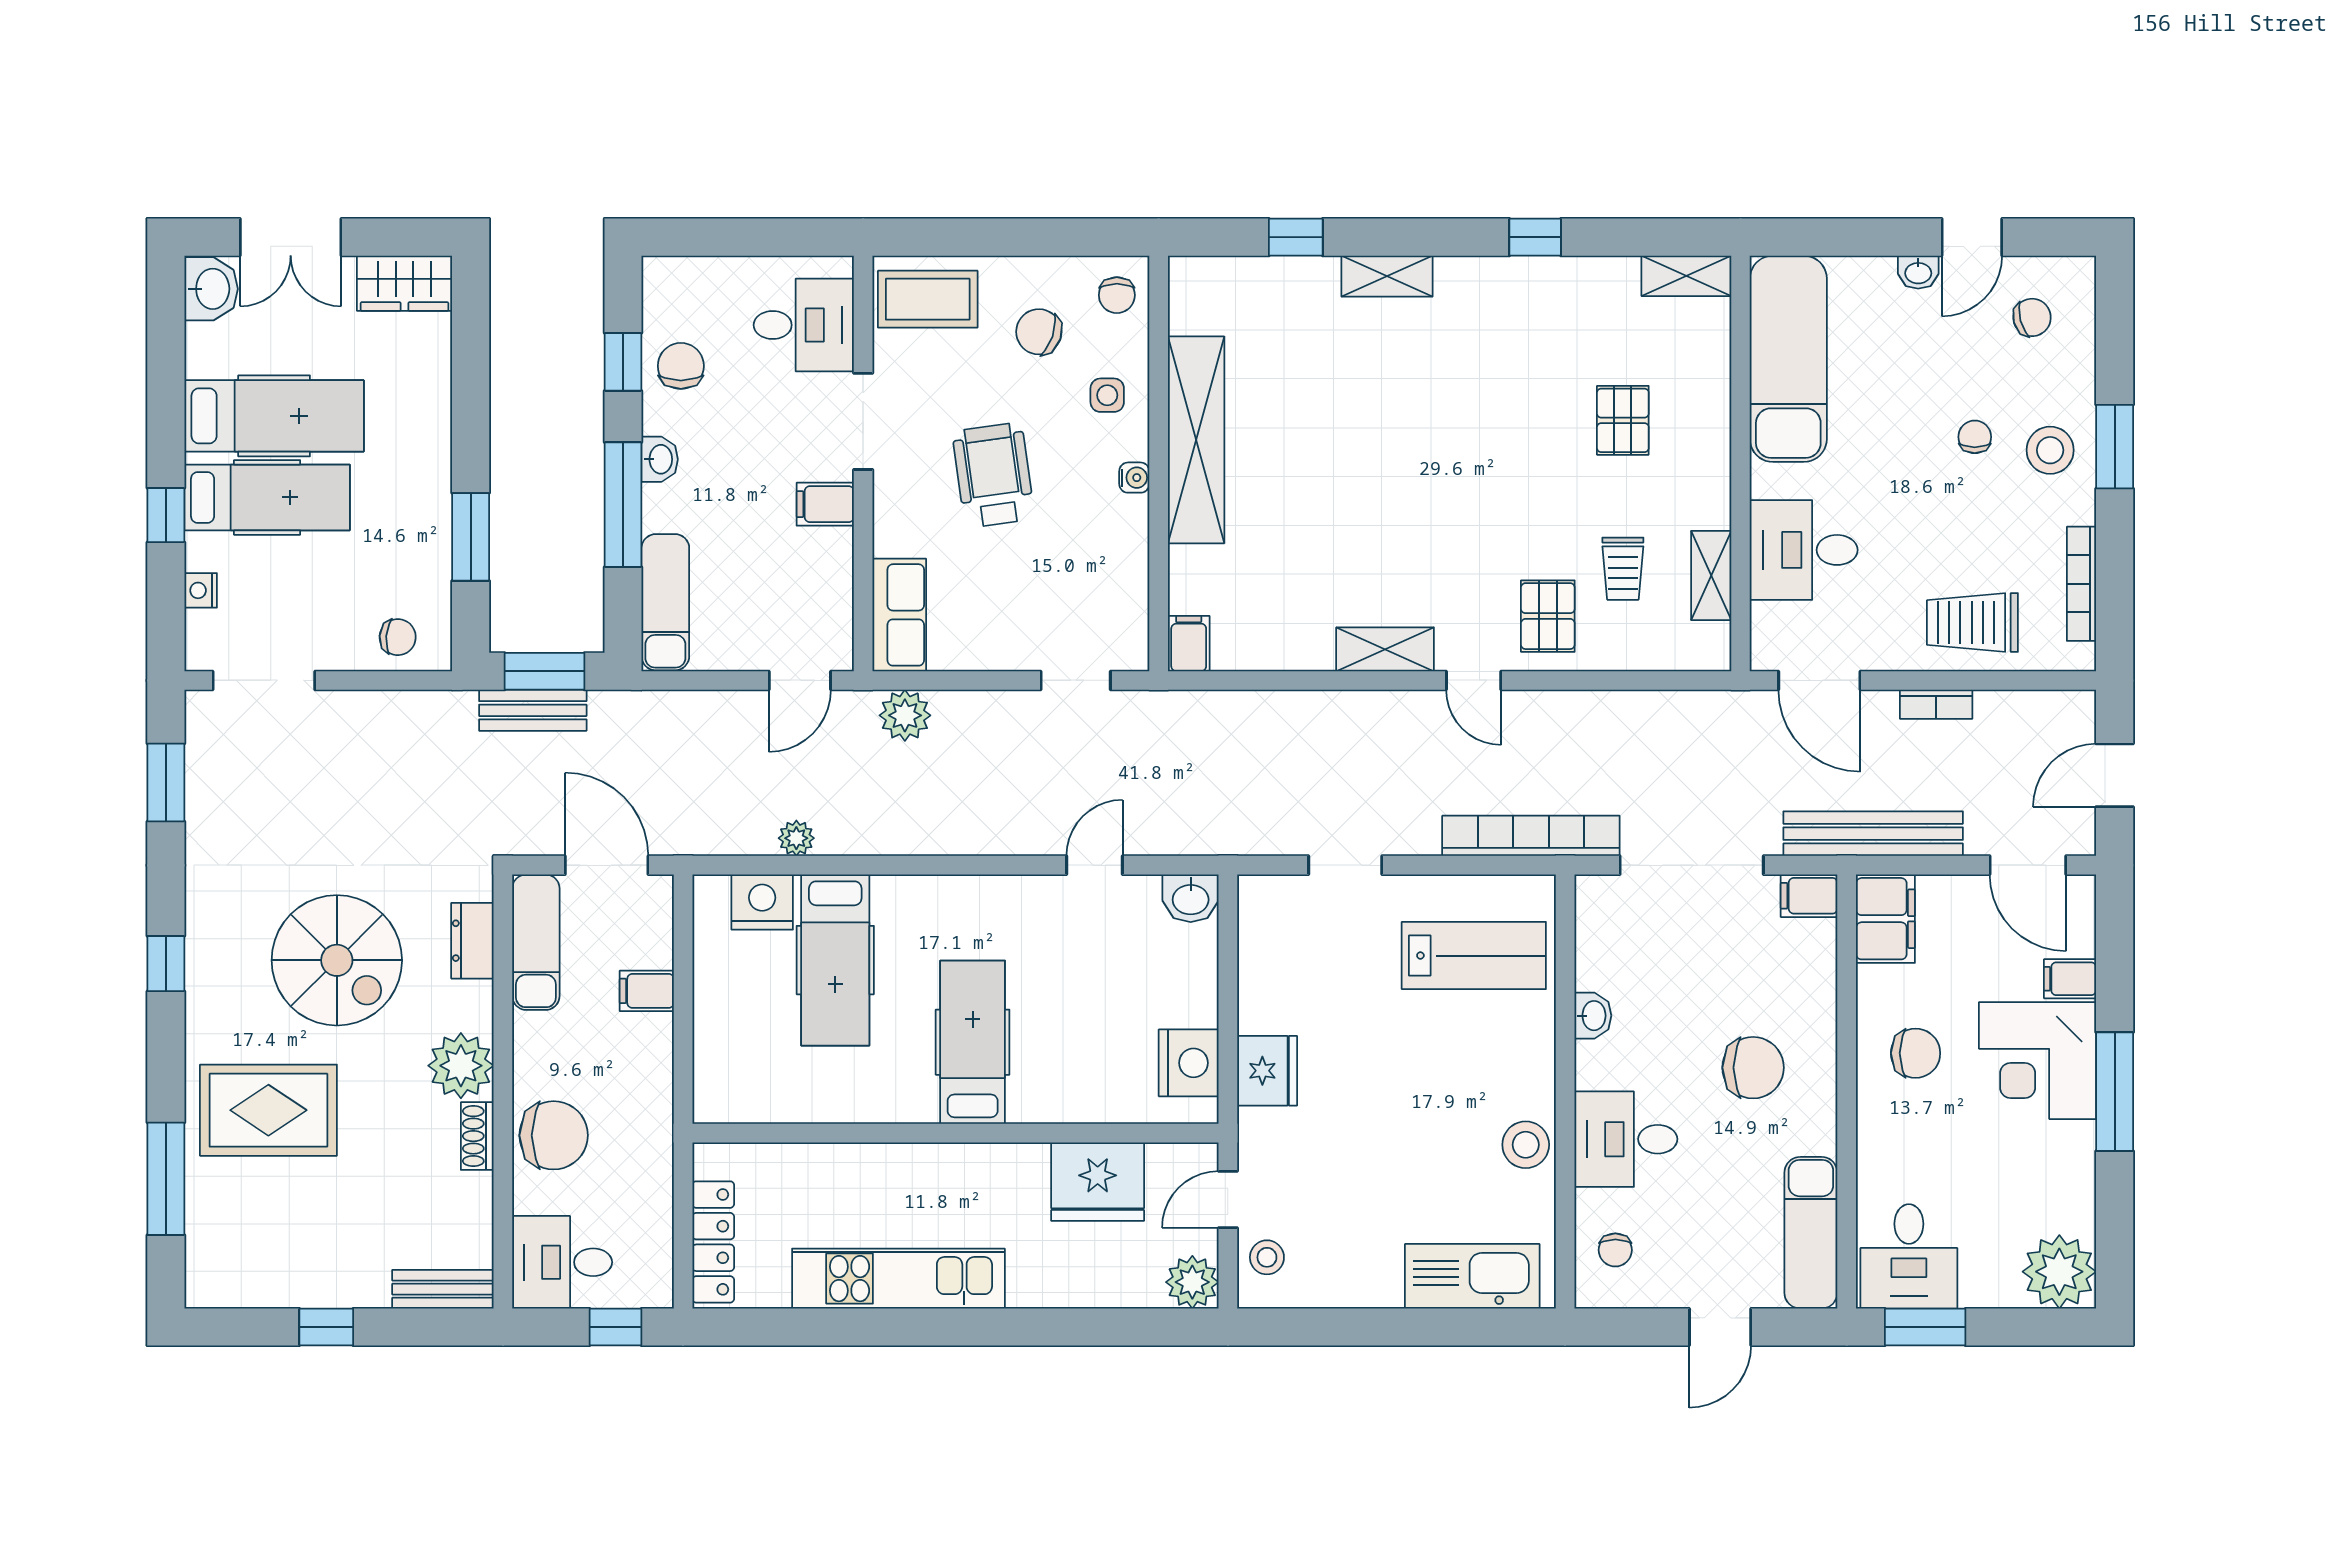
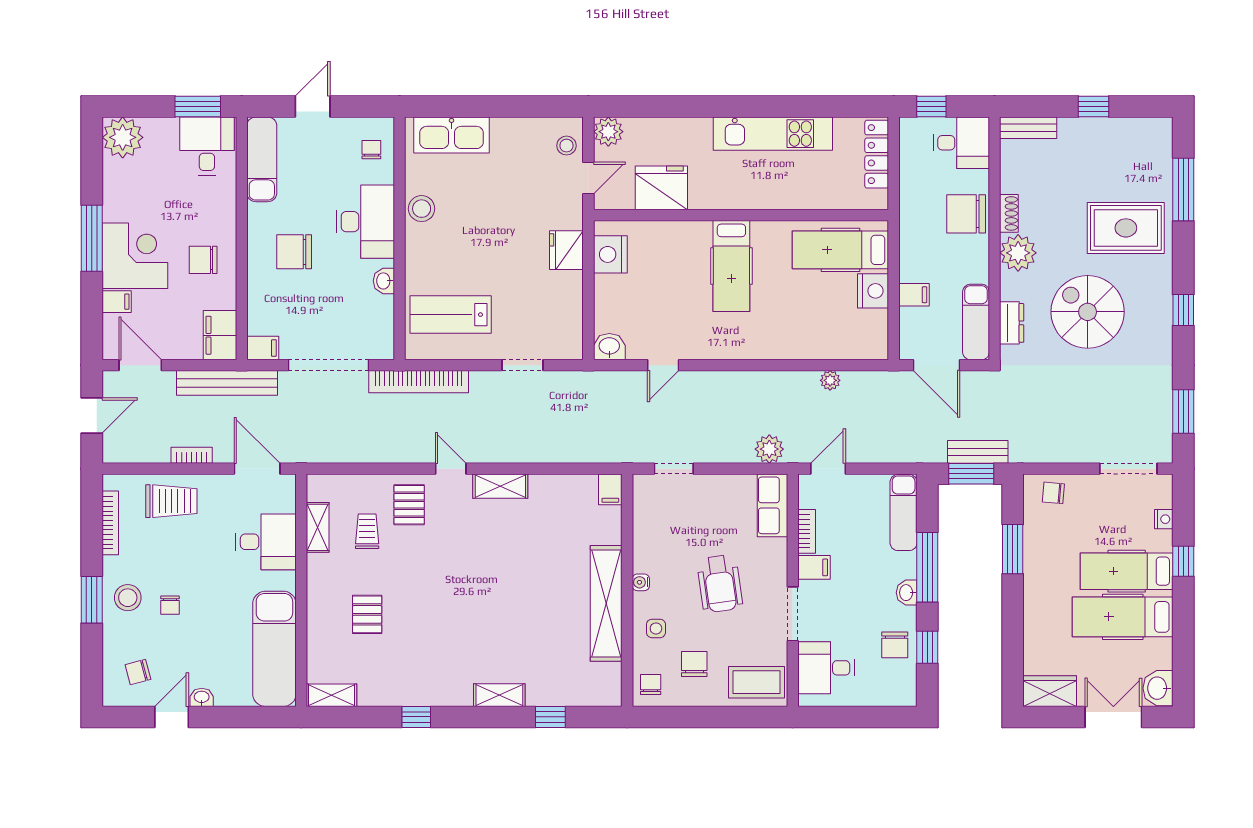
chair: (1039, 332) -> (694, 664), turned -109
bookcase: (838, 569) -> (807, 531), added
nightstand: (762, 902) -> (873, 291), moved, turned -90
hospital bed: (835, 960) -> (840, 250), moved, turned -90
desk: (1626, 1139) -> (365, 222), width x1.37

